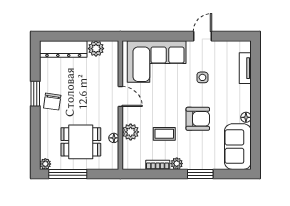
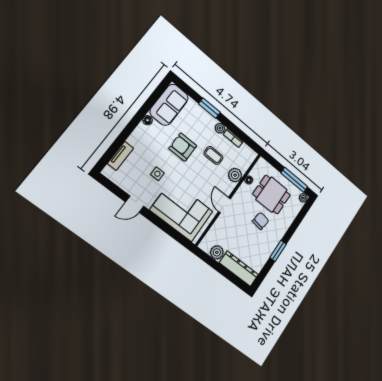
chair: (52, 102) -> (261, 221), moved

